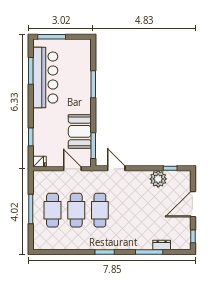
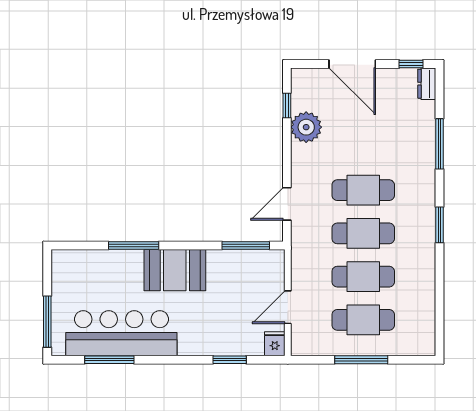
booth: (80, 131) -> (175, 270), moved
door: (72, 169) -> (288, 307), moved
cafe table: (124, 210) -> (363, 190), added
dresser: (162, 245) -> (427, 84), moved

